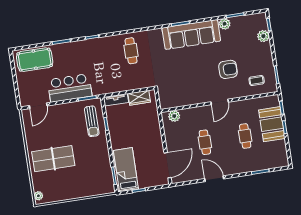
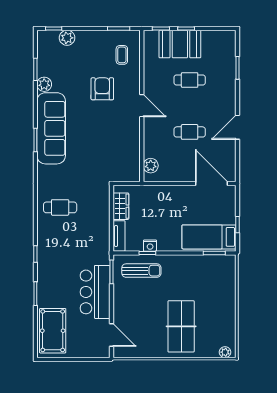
nightstand: (112, 125) -> (150, 246), added

